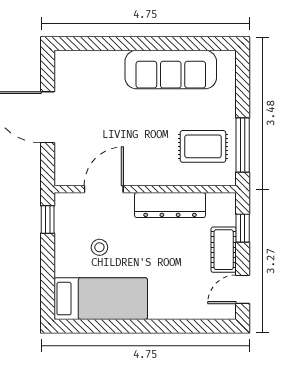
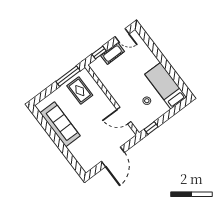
dresser: (170, 205) -> (111, 86), removed

